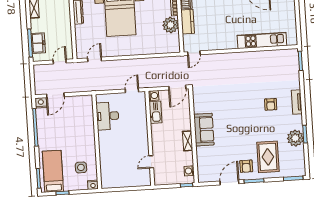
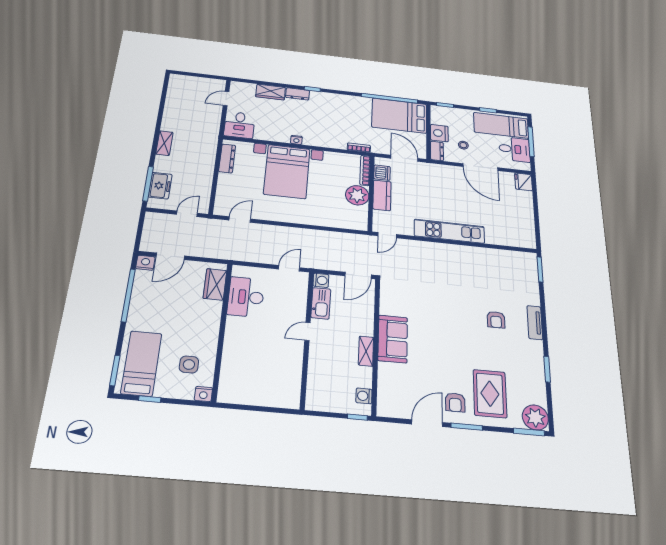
kitchen unit: (262, 40) -> (449, 231), moved
wardrobe: (87, 110) -> (215, 284), added
plant: (295, 138) -> (535, 417), moved
door: (151, 162) -> (307, 331), moved

